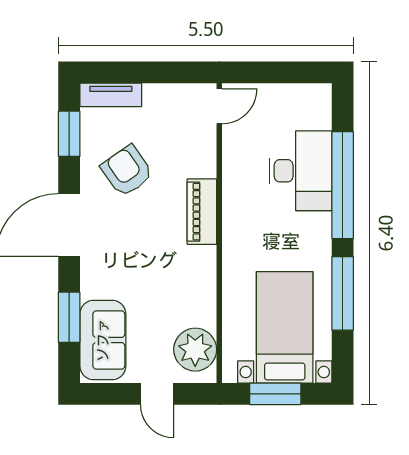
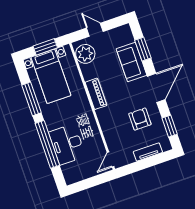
tv unit: (111, 95) -> (148, 152), moved
armchair: (127, 171) -> (140, 119), turned -145
piano: (202, 212) -> (96, 94), moved
sofa: (103, 340) -> (131, 62), moved

